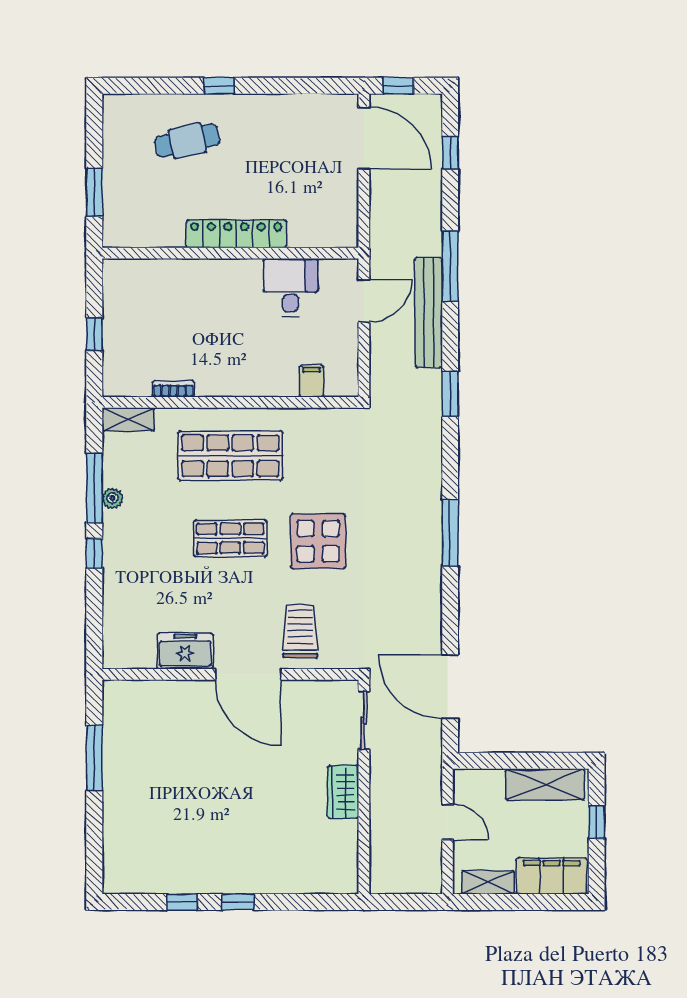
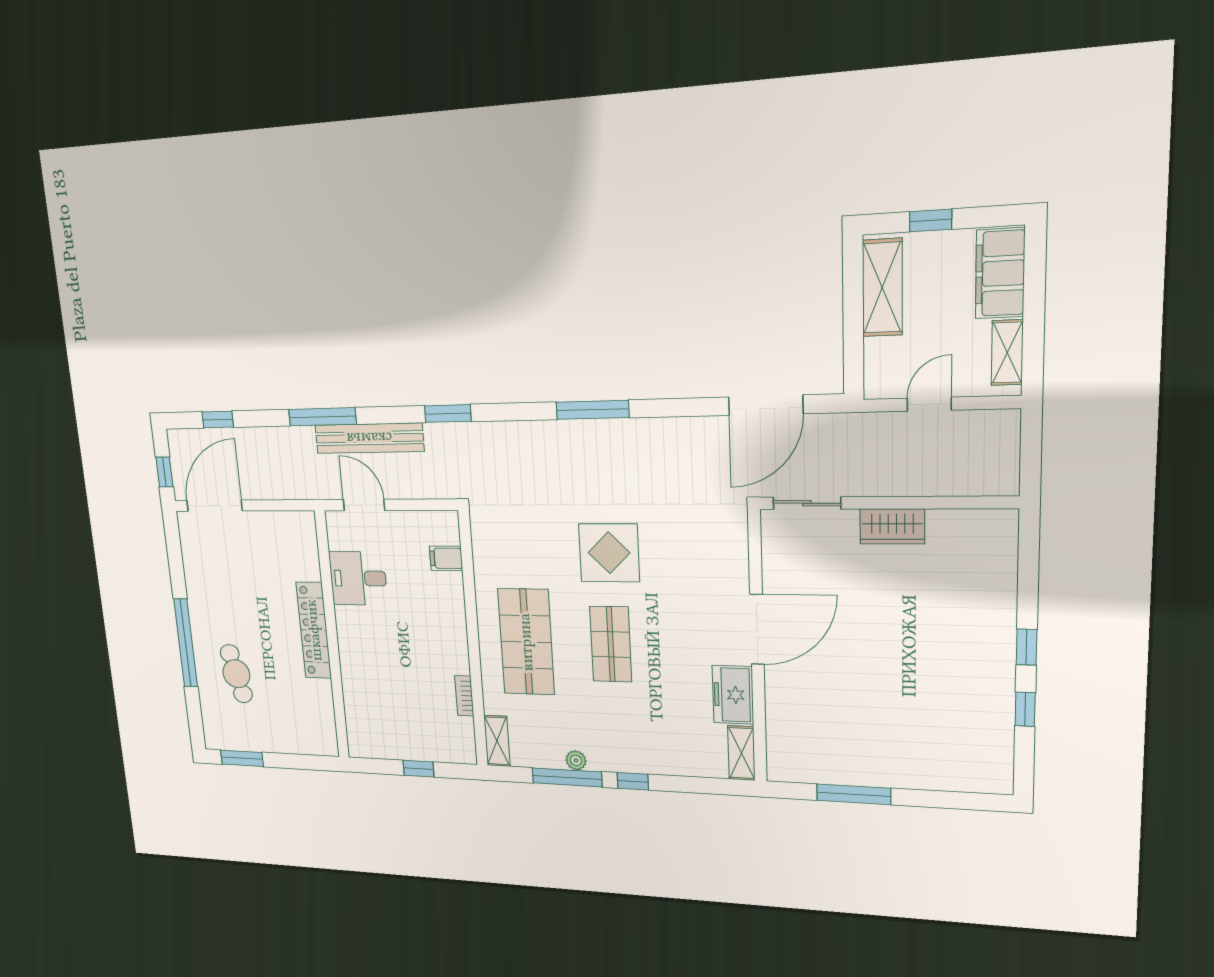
window: (219, 86) -> (186, 643), width x3.17
window: (94, 192) -> (242, 758), moved
trolley: (300, 631) -> (707, 573), removed
shelving: (129, 657) -> (741, 753), added

